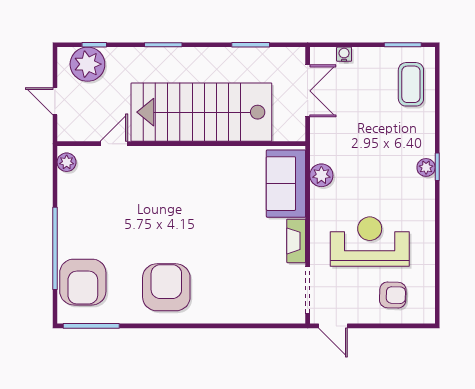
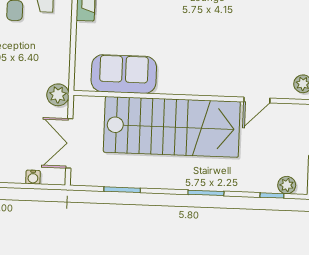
plant: (87, 64) -> (287, 185), width x0.53, depth x0.53
plant: (321, 175) -> (58, 95), moved
sofa: (286, 184) -> (124, 74), moved, turned -90

